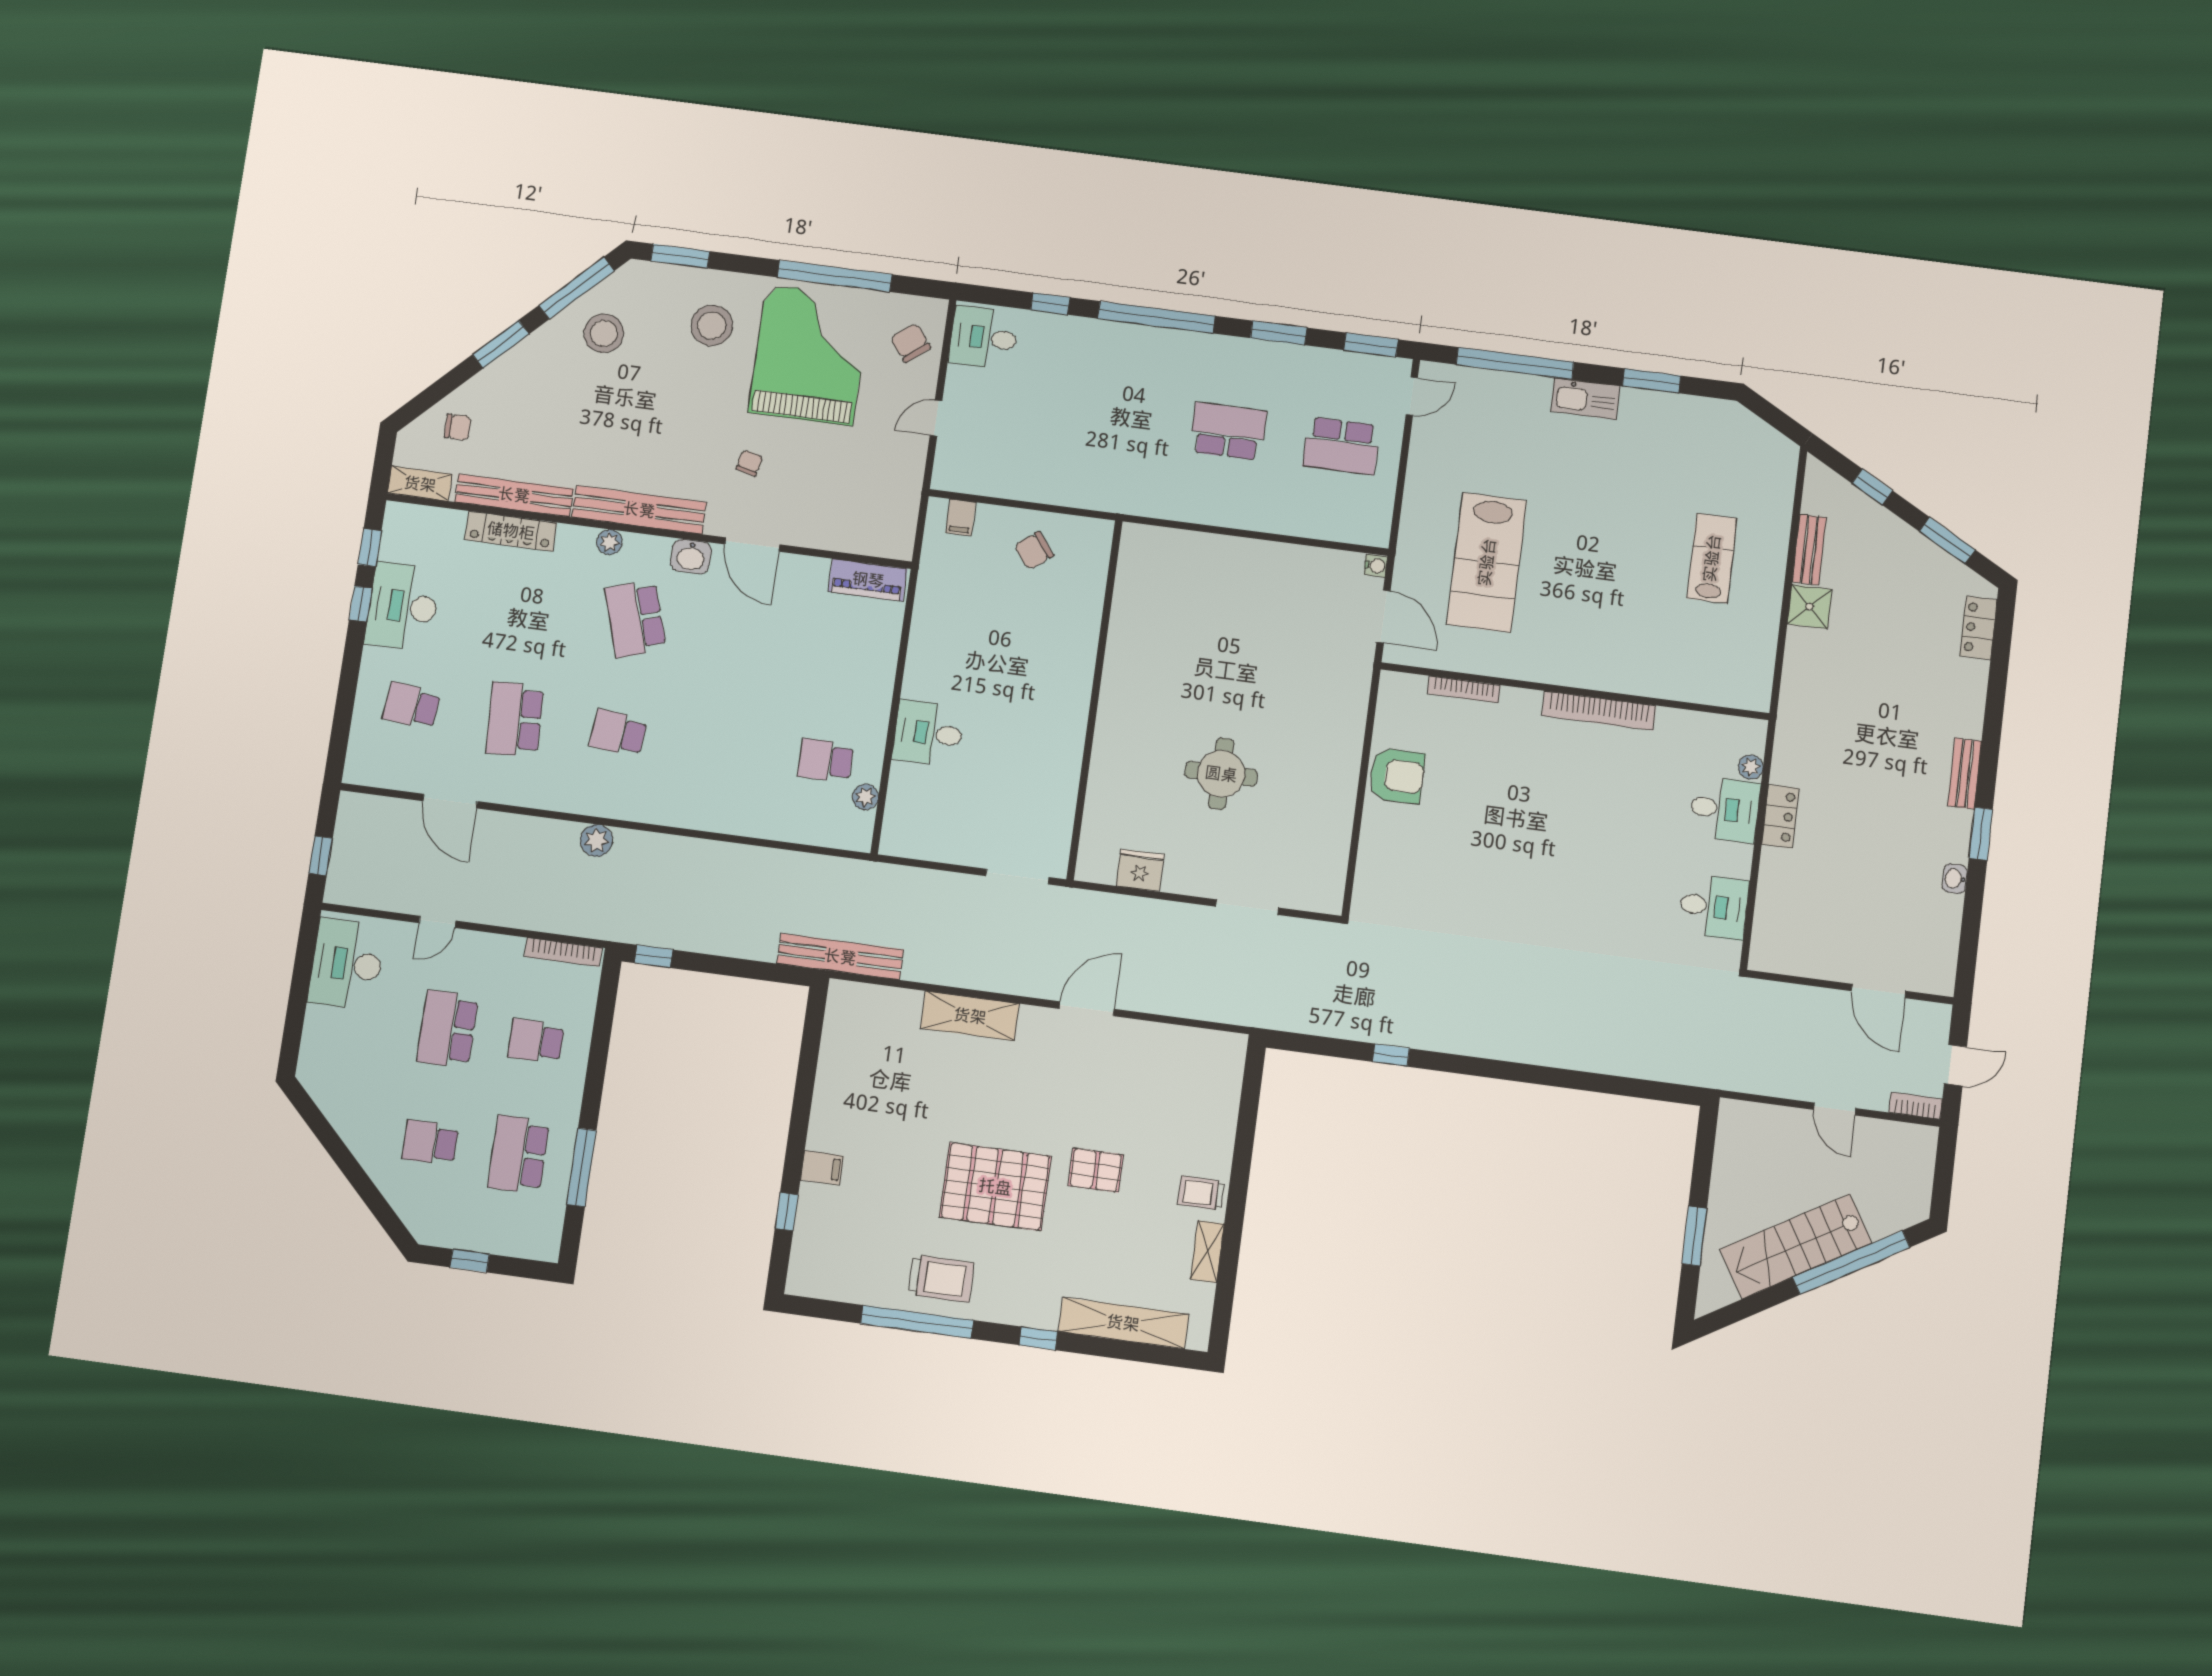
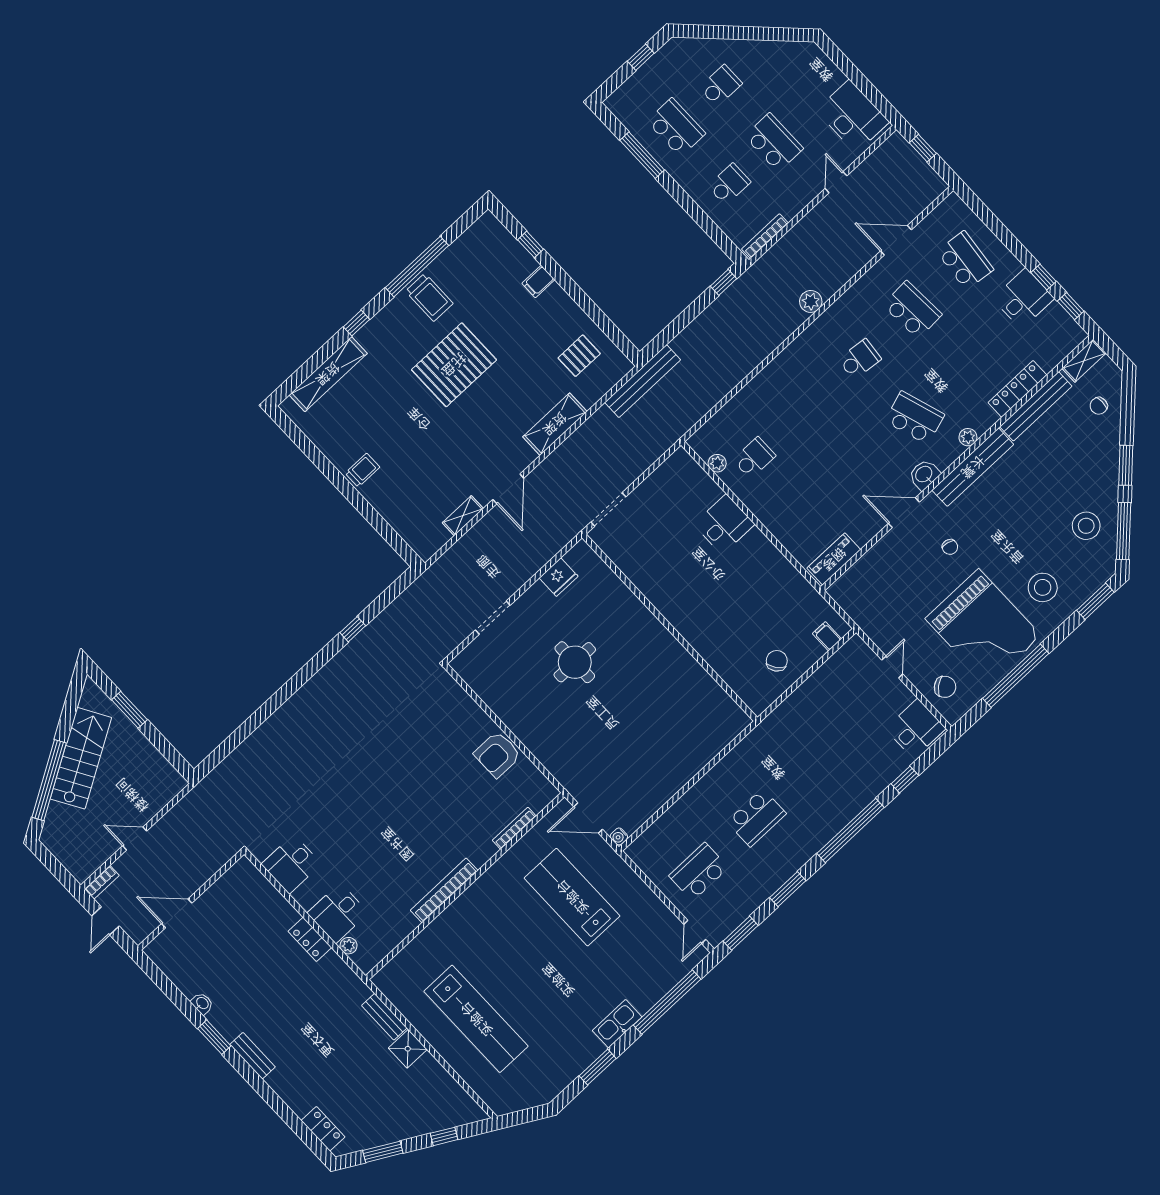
bench: (1809, 550) -> (384, 1017), moved
lab bench: (1712, 558) -> (476, 1019), width x1.86, depth x1.39
desk: (403, 606) -> (1023, 299), width x0.73
school desk: (411, 706) -> (965, 260), width x1.85
pallet: (1096, 1170) -> (579, 356), moved
shelving: (1207, 1252) -> (463, 516), moved, turned 90
trolley: (941, 1279) -> (429, 297), turned -90

